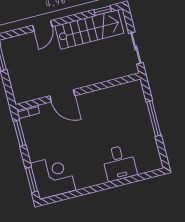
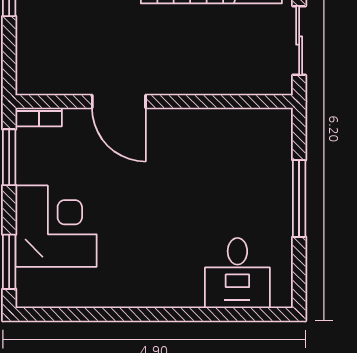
desk: (119, 163) -> (237, 273), moved
corner desk: (53, 177) -> (56, 226), moved

